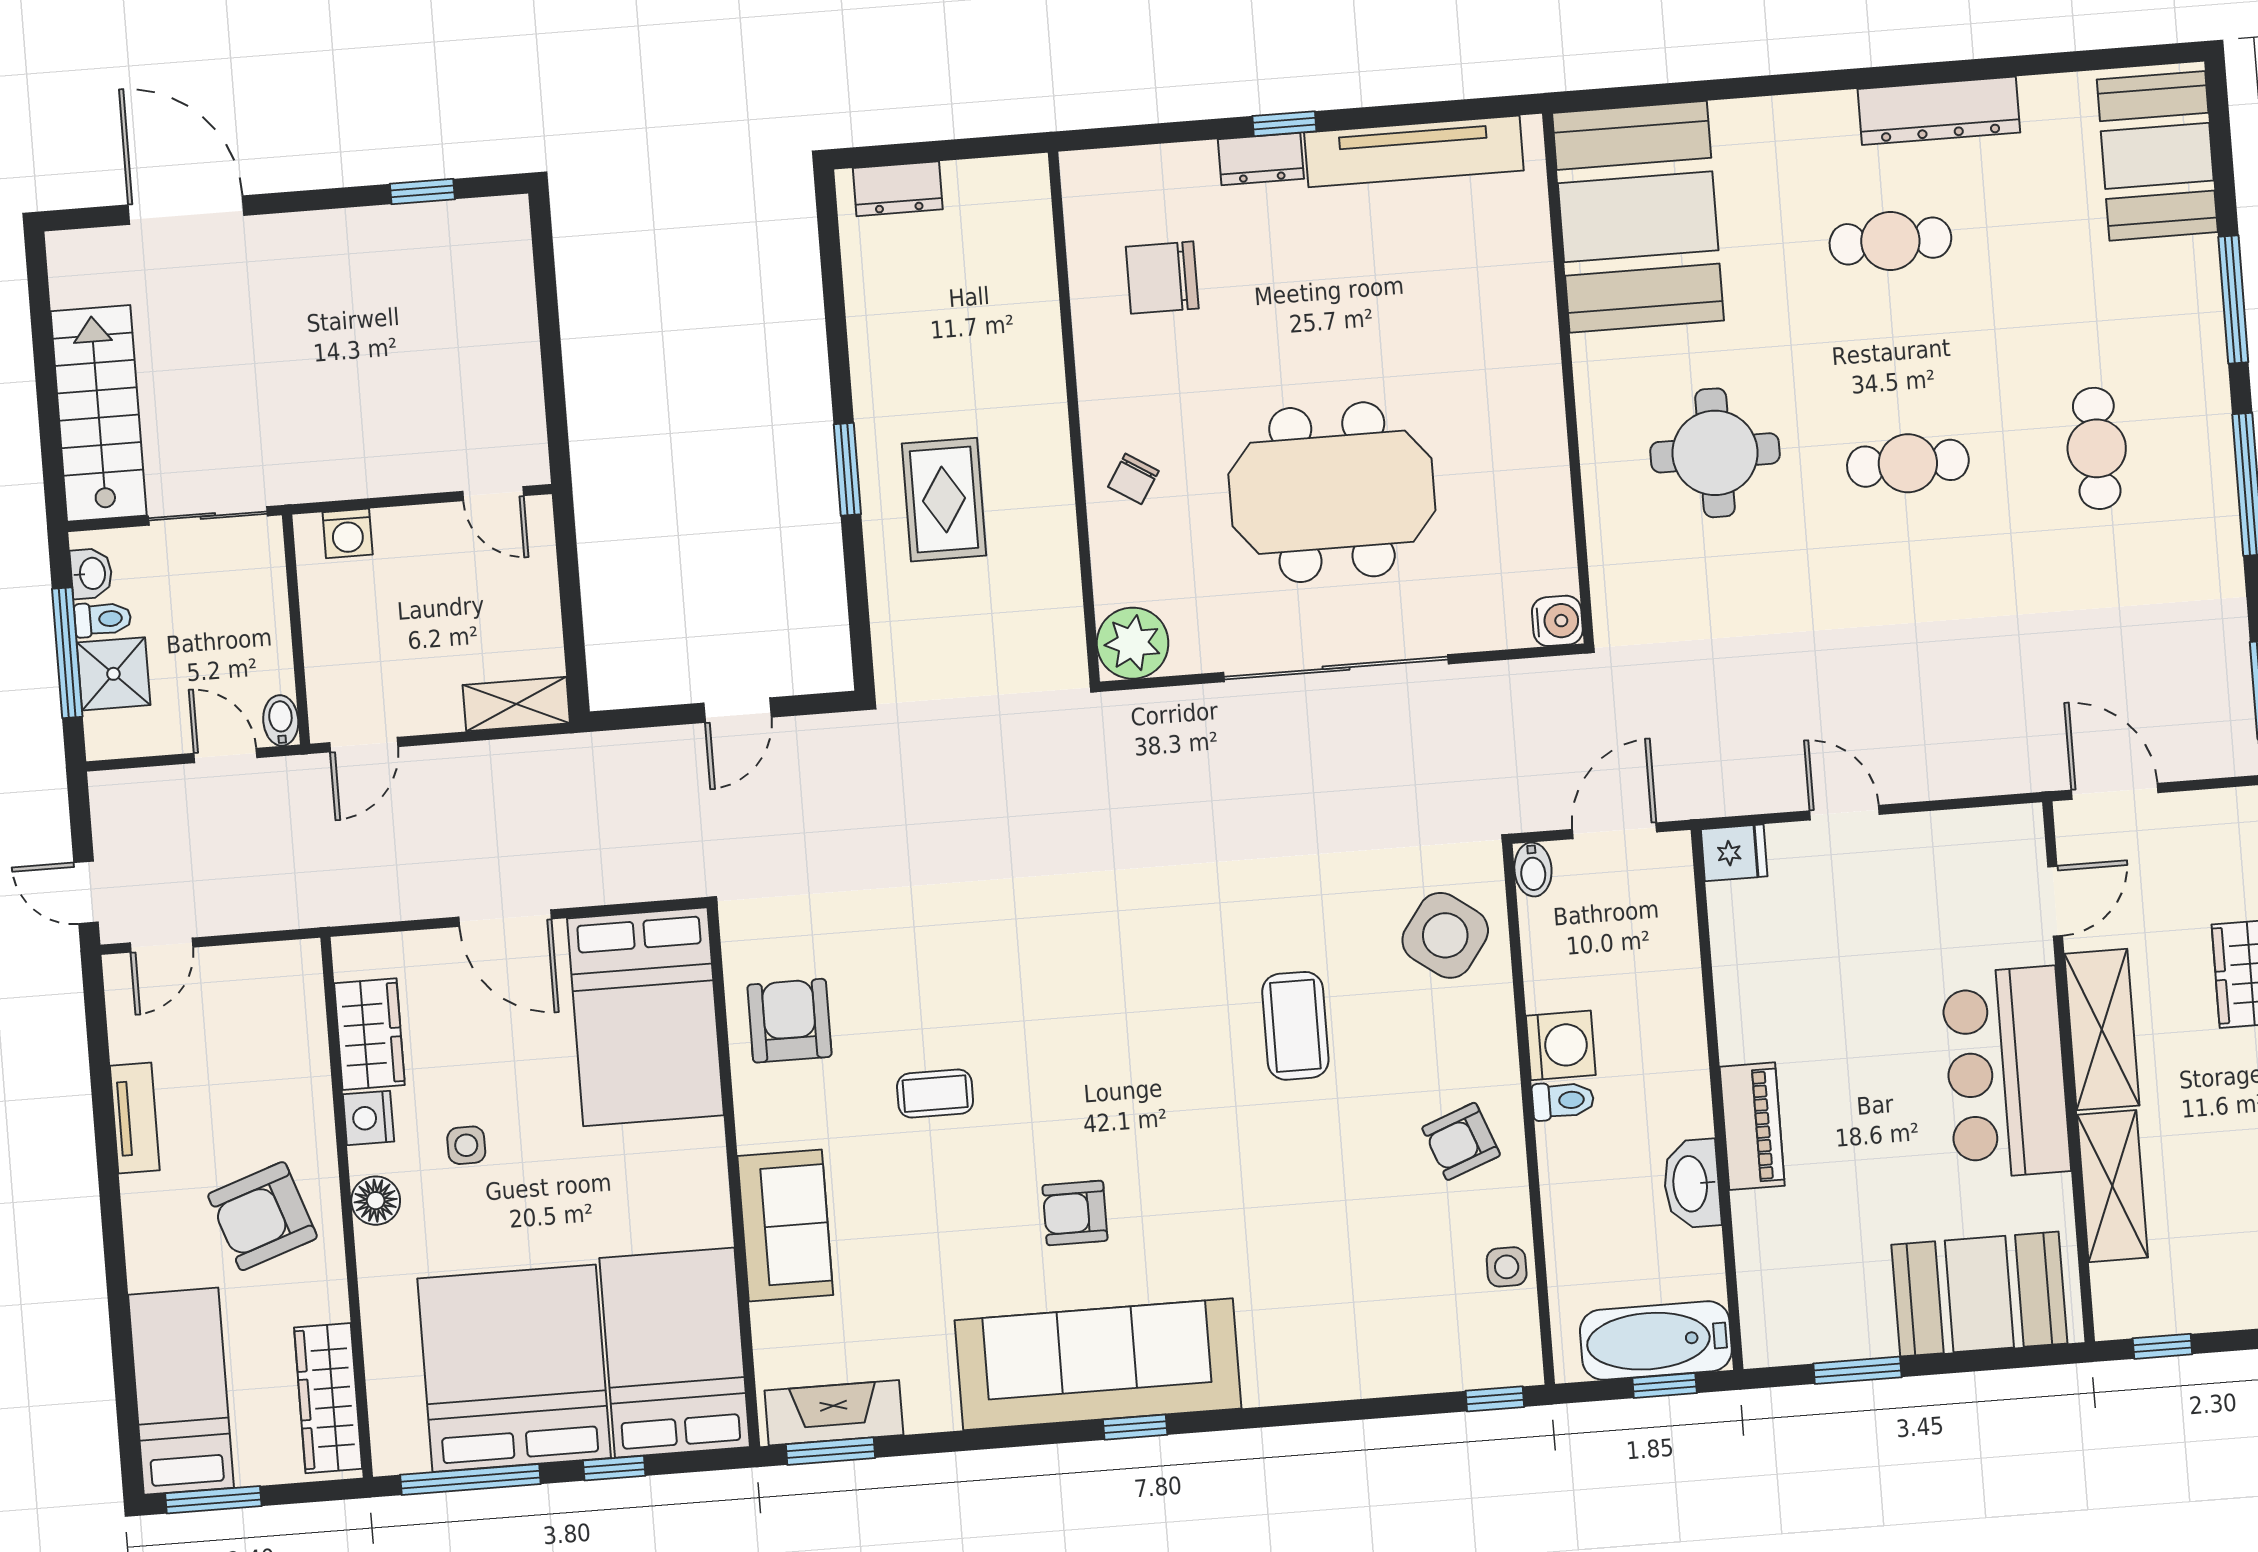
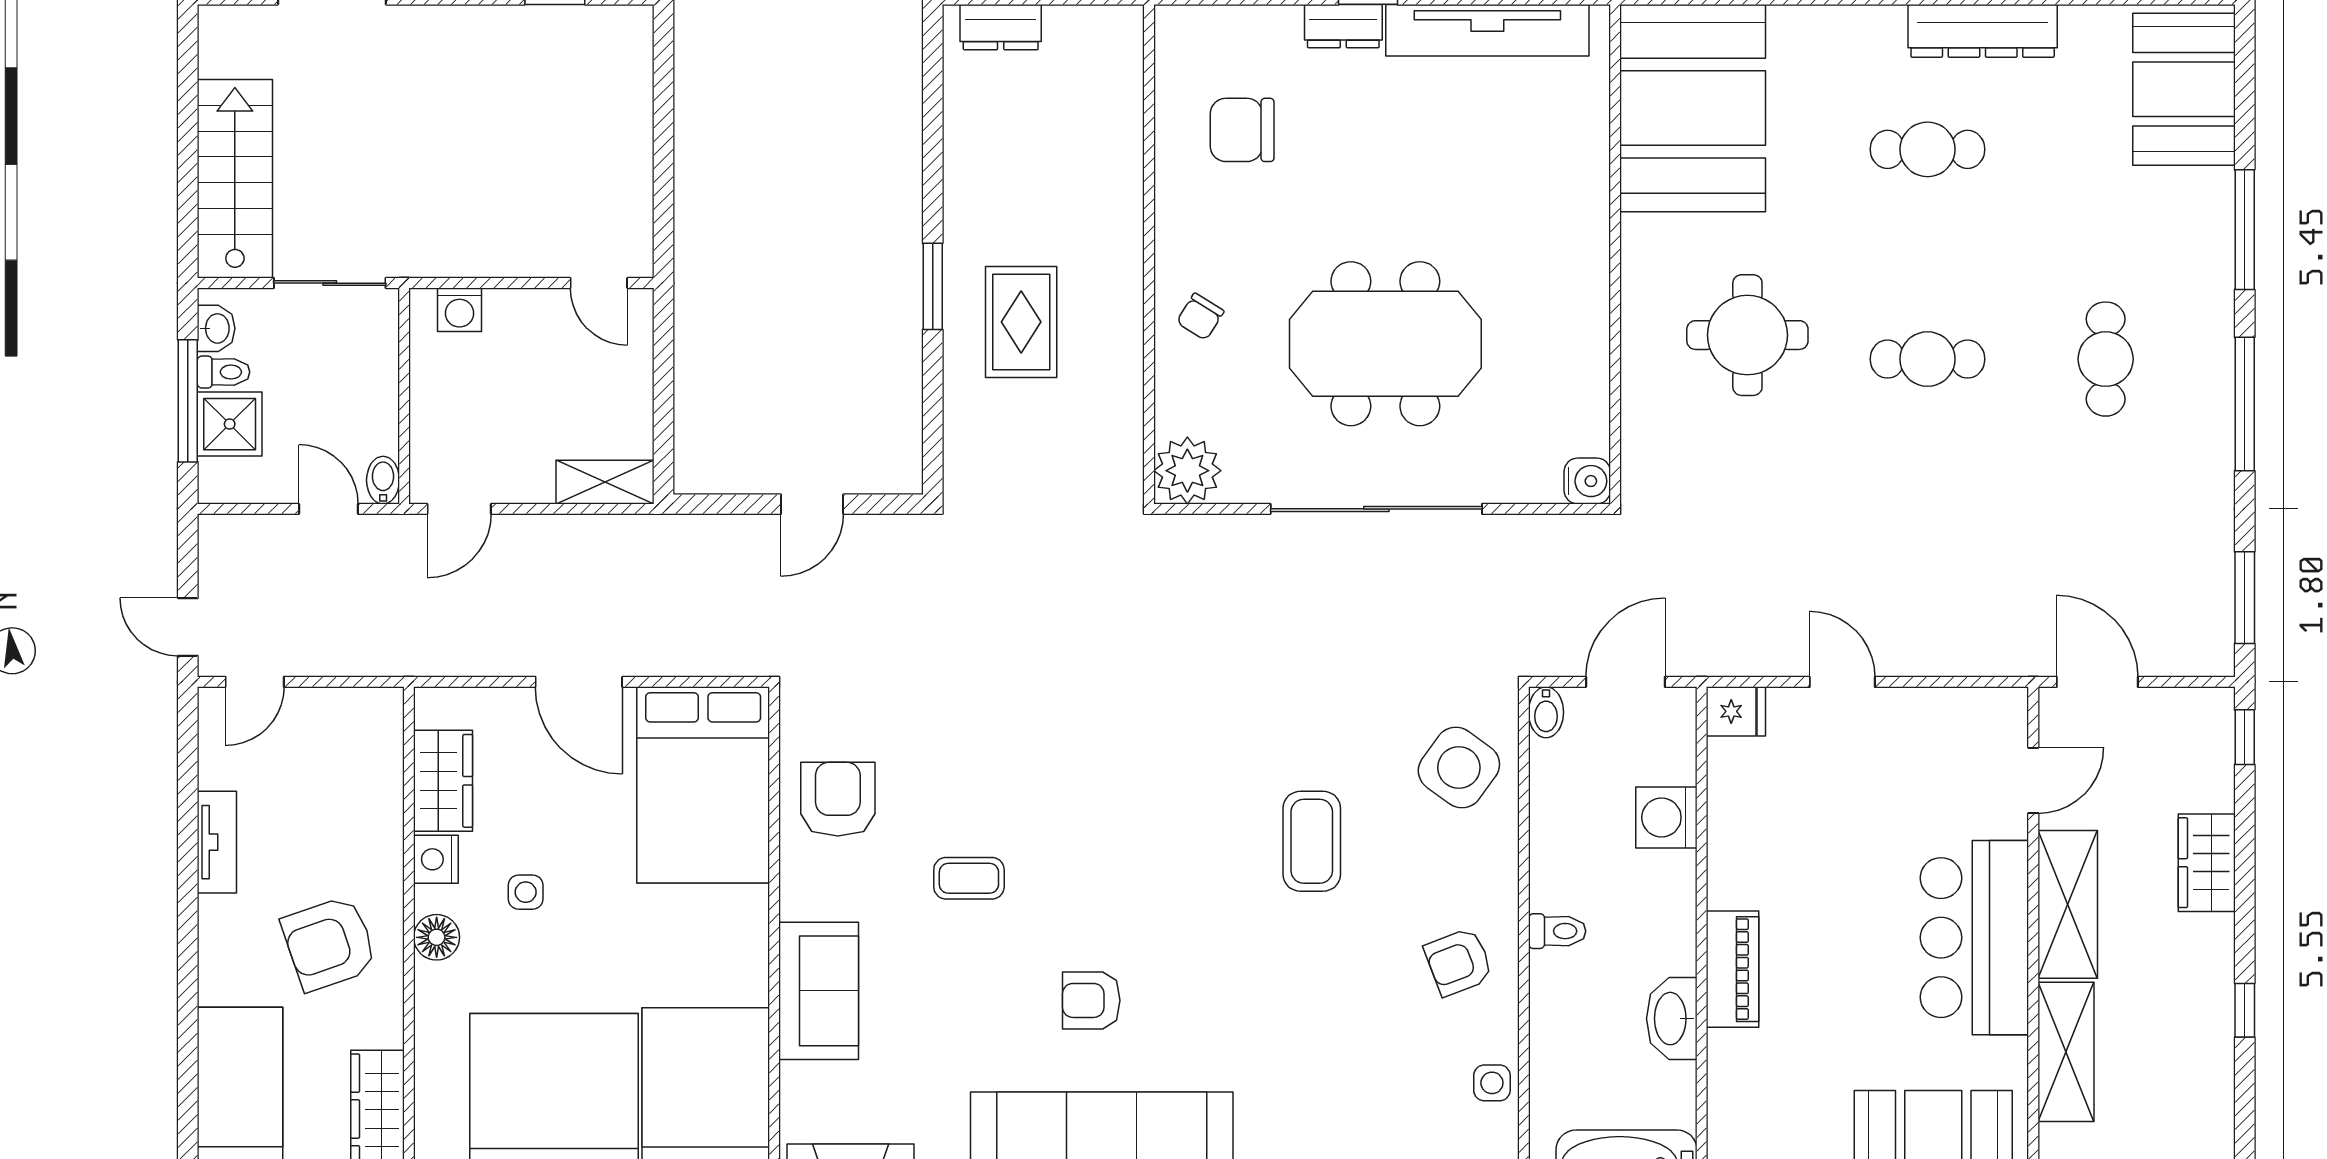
washing machine: (1561, 1045) -> (1666, 817), moved, turned 180

